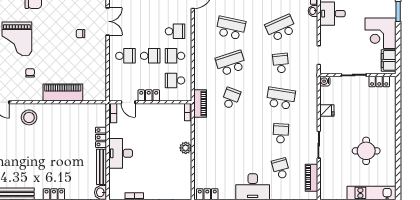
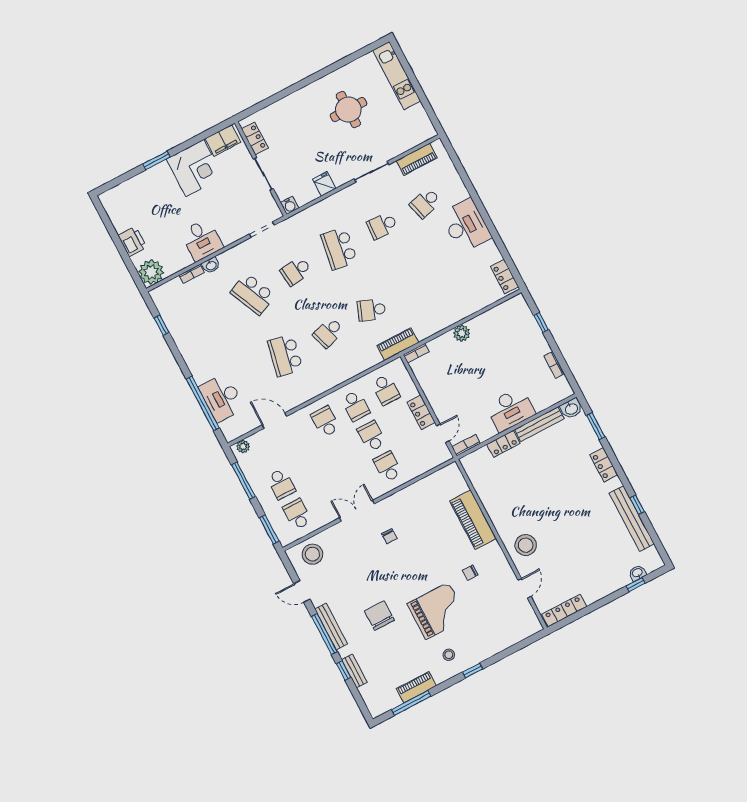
school desk: (231, 63) -> (328, 333), width x0.54

